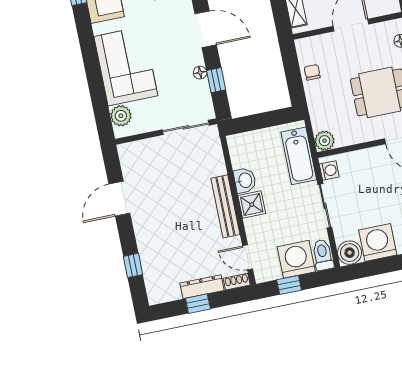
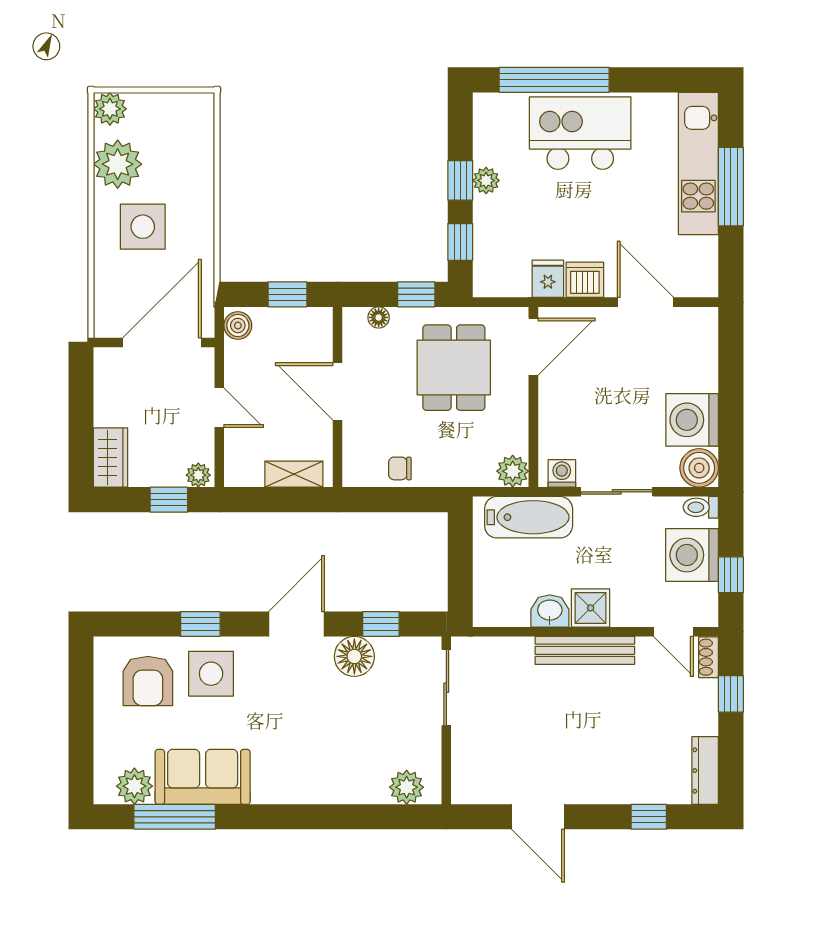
corner sofa: (126, 66) -> (329, 763), removed
floor lamp: (200, 73) -> (354, 656), width x1.89, depth x1.89
toilet: (323, 255) -> (701, 507), width x0.73, depth x0.72
door: (248, 257) -> (673, 632), hinge flipped
dresser: (202, 287) -> (705, 771), moved
window: (198, 304) -> (731, 694), moved

